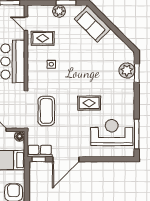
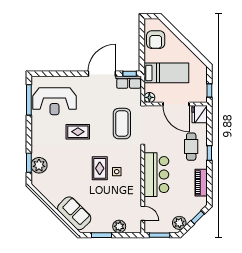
plant: (59, 11) -> (119, 226), moved
rug: (43, 38) -> (100, 168), moved, turned 90

